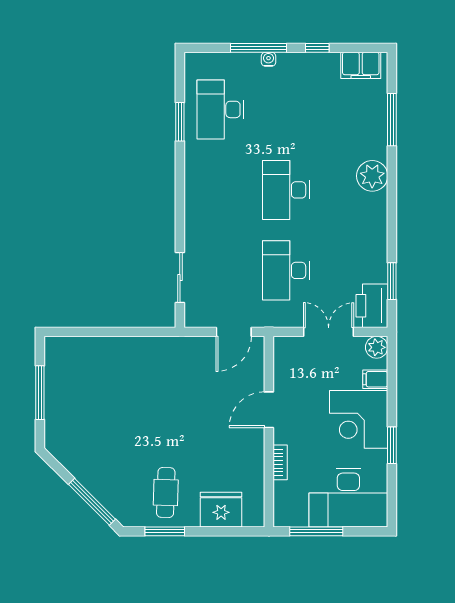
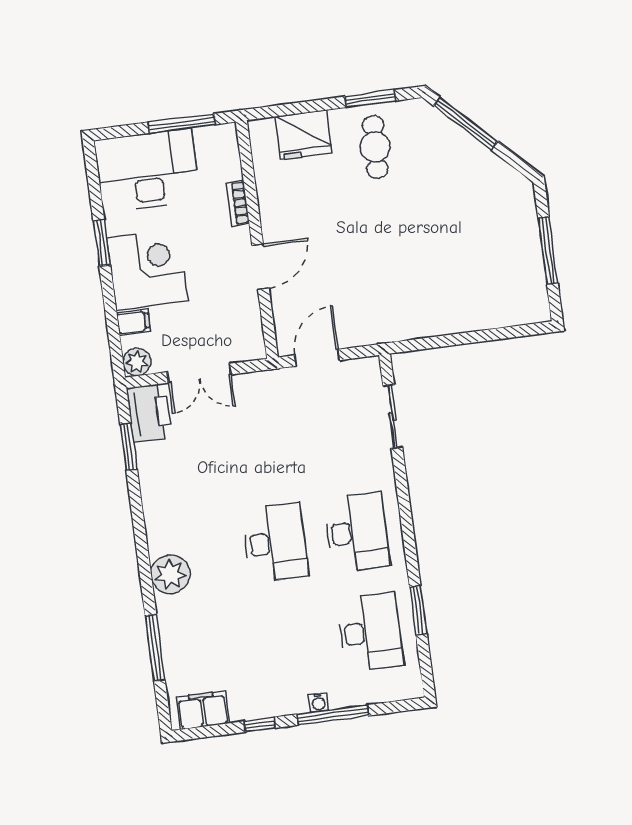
desk: (286, 270) -> (357, 532), moved

